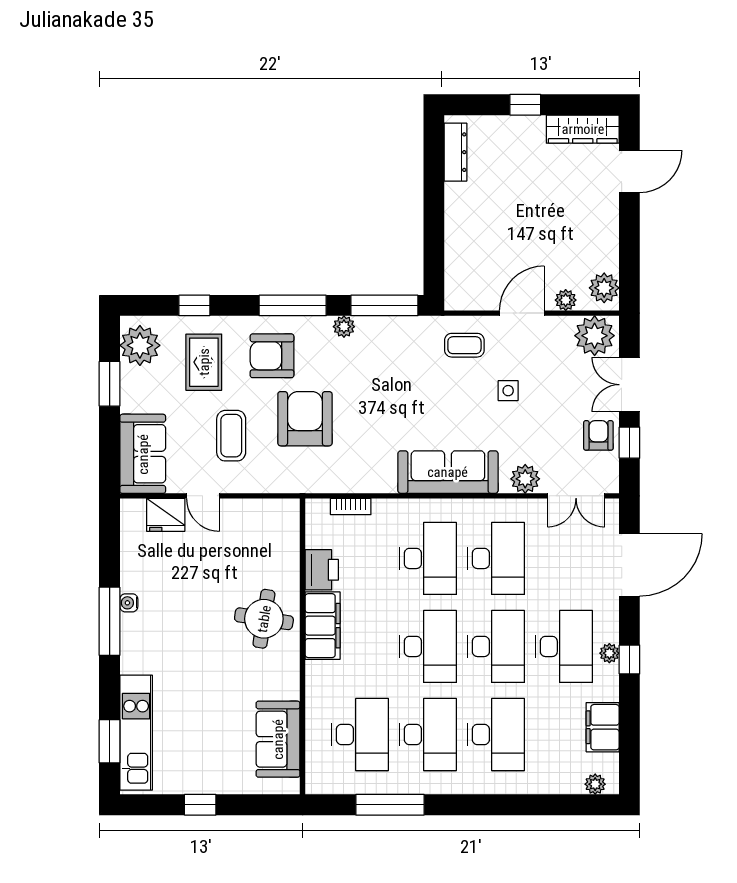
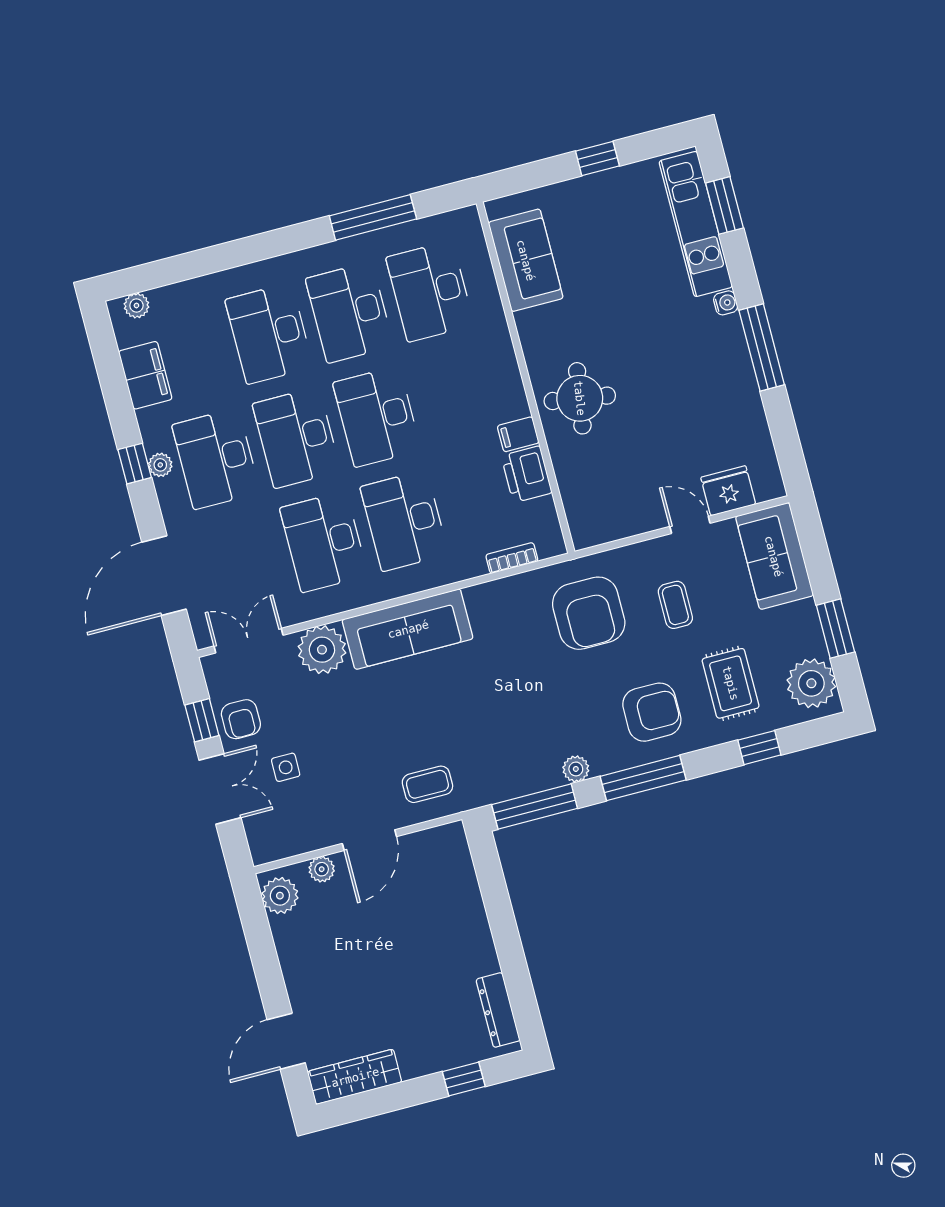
window: (525, 105) -> (464, 1079), moved
plant: (595, 336) -> (276, 836), removed
side table: (508, 391) -> (286, 767), moved
armchair: (305, 419) -> (589, 613), moved
coffee table: (231, 436) -> (675, 605), width x0.73, depth x0.77
plant: (525, 479) -> (322, 650), width x1.36, depth x1.36
water cooler: (129, 603) -> (726, 303), moved
filing cabinet: (323, 626) -> (518, 434), width x0.33, depth x0.86

